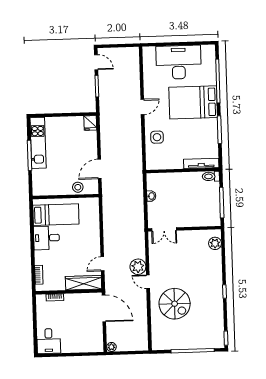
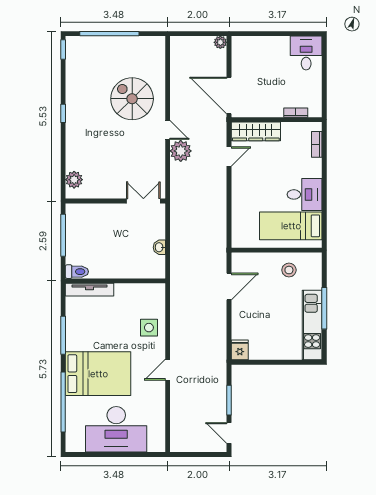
stool: (78, 187) -> (289, 270), moved

